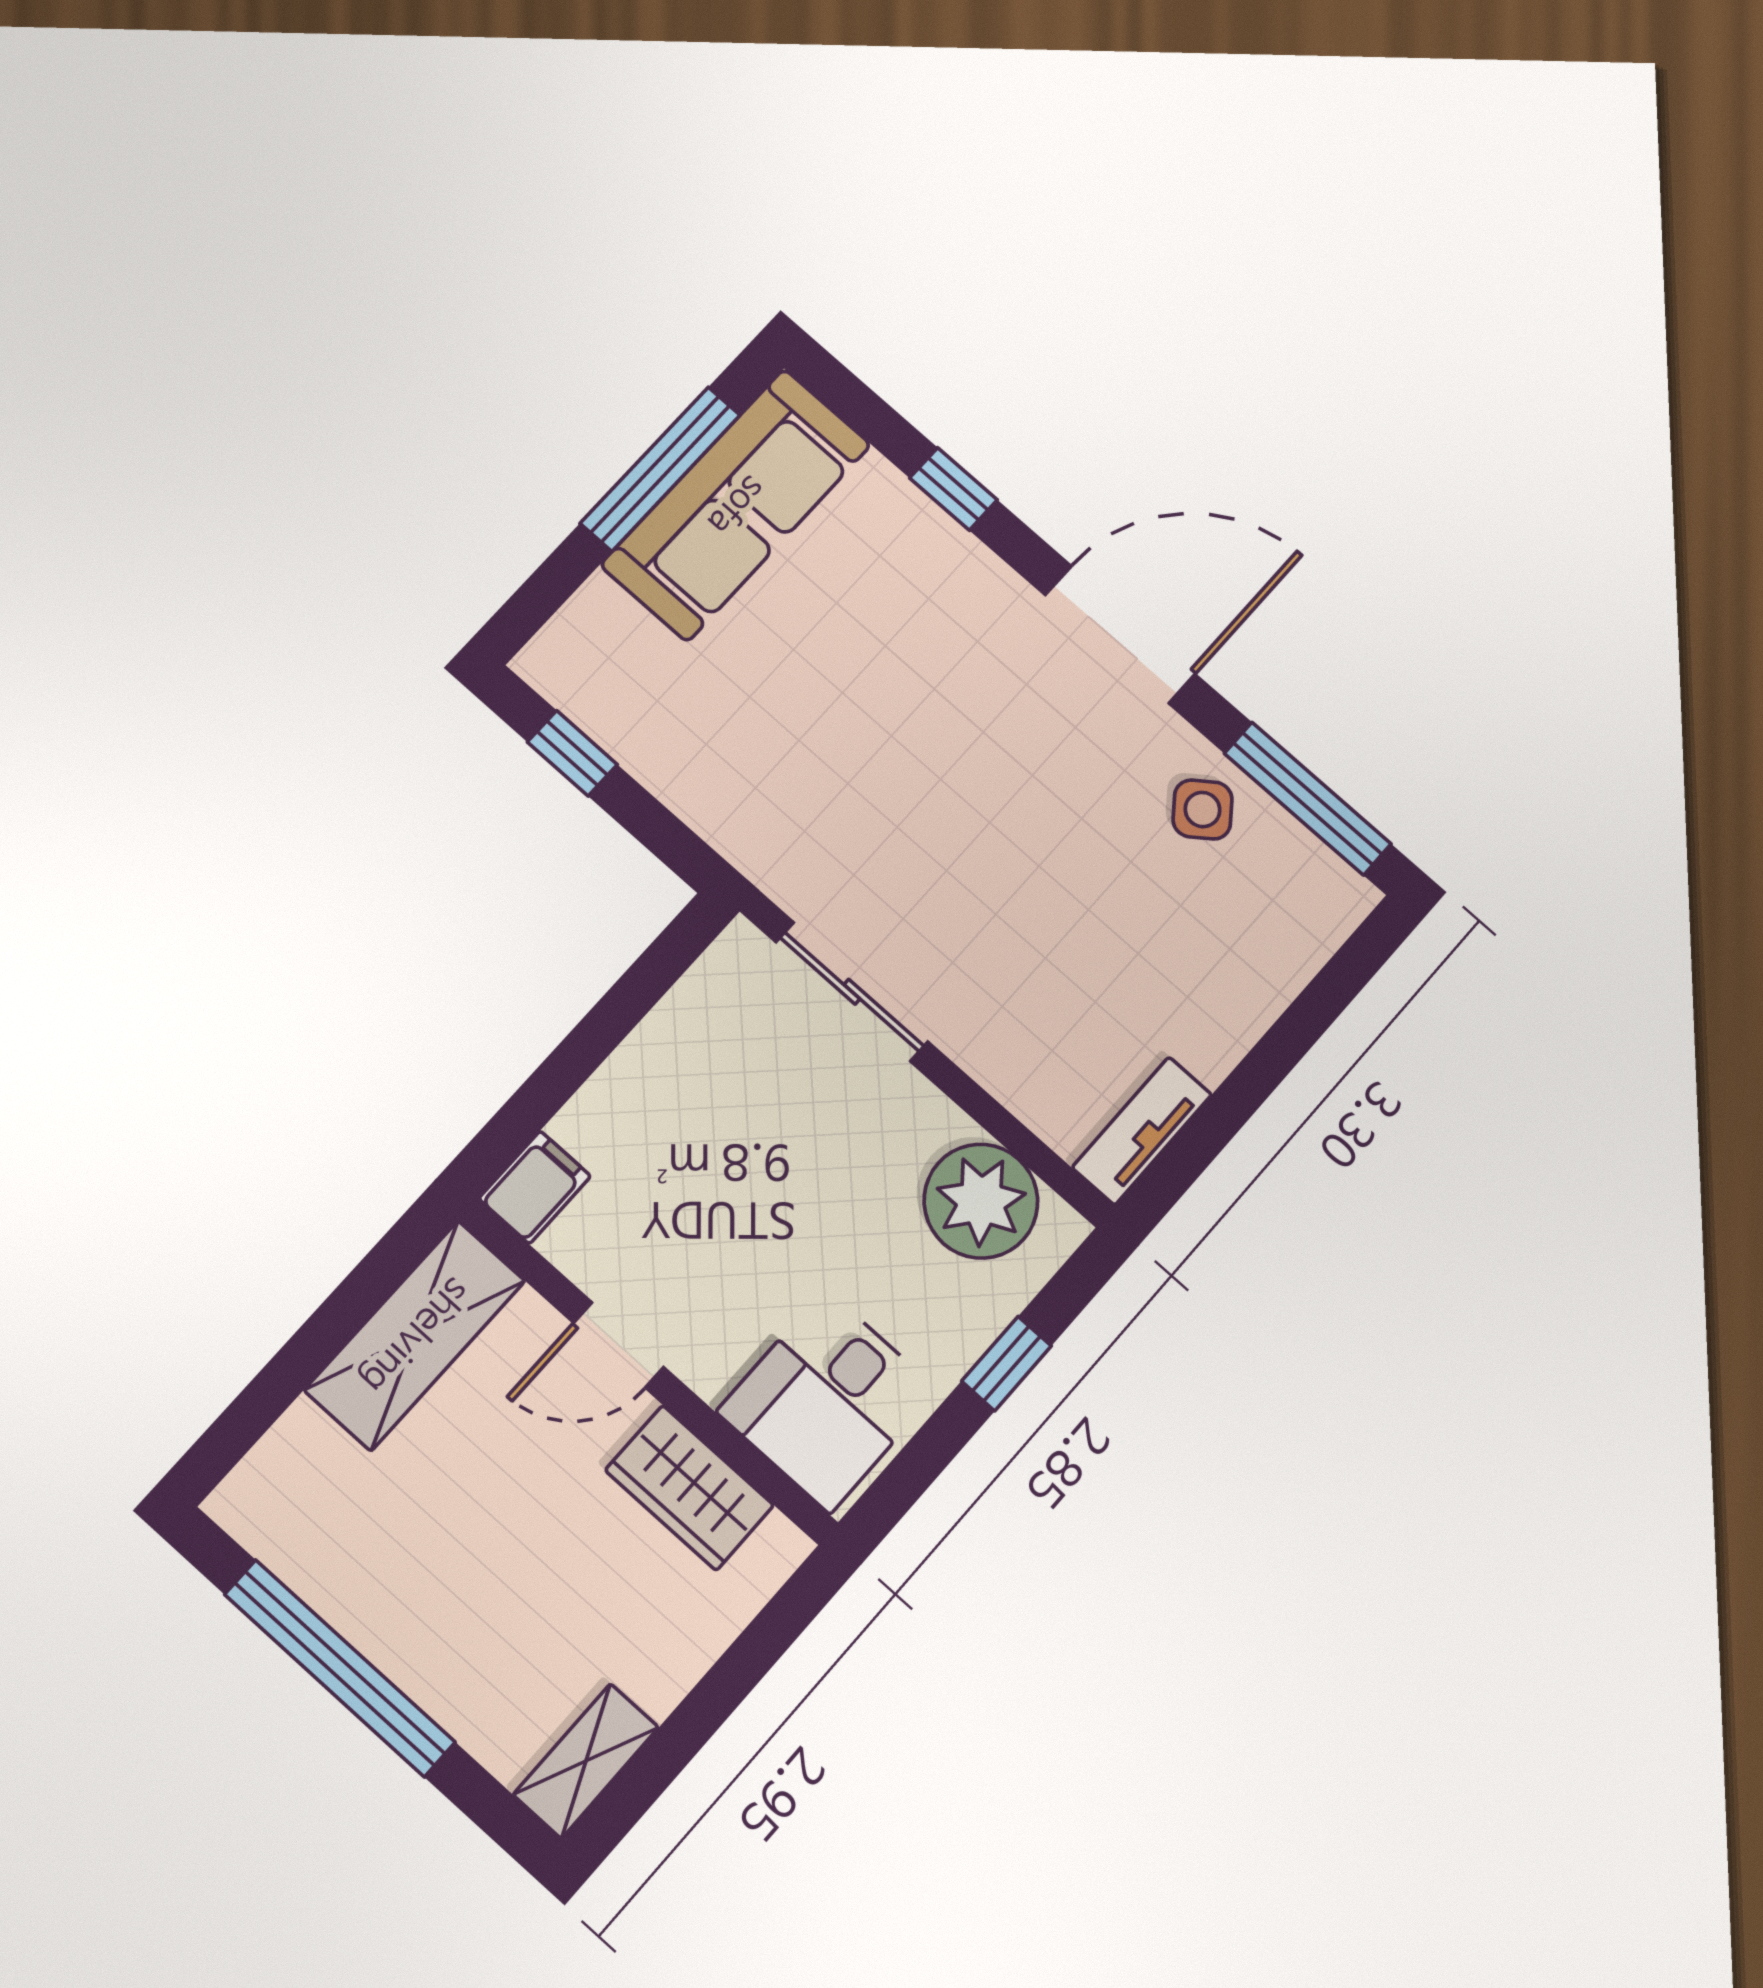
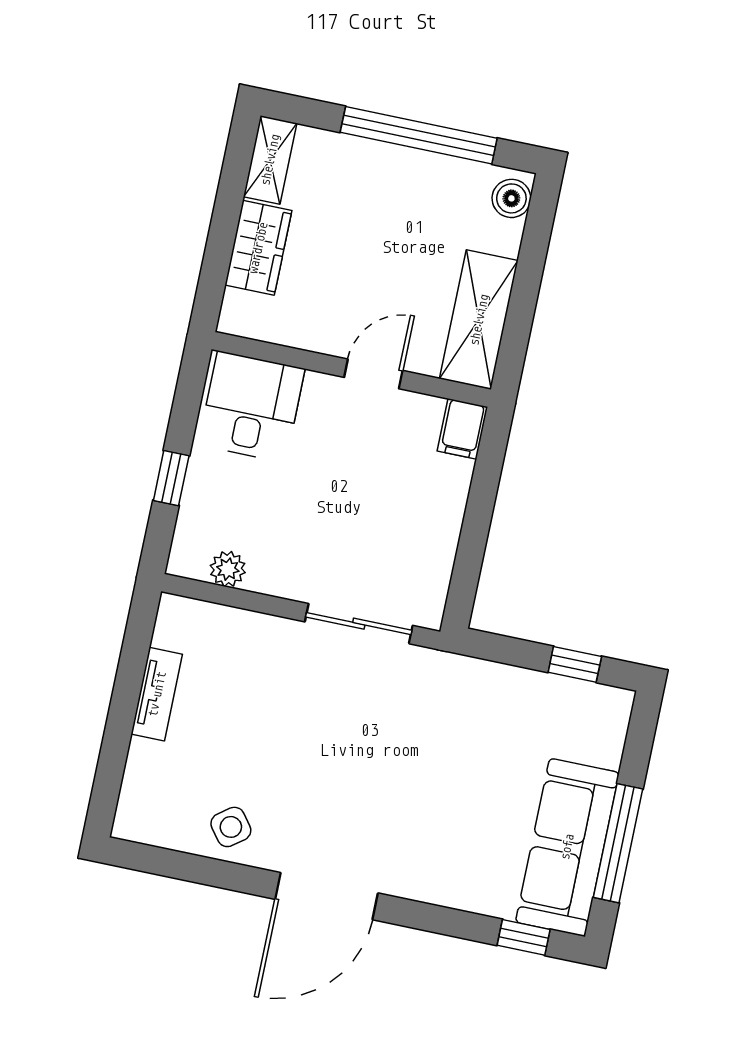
window: (953, 489) -> (524, 937), moved
window: (1308, 799) -> (179, 865), removed
tv unit: (1142, 1131) -> (157, 694), moved
plant: (981, 1201) -> (228, 569), width x0.53, depth x0.53
wardrobe: (689, 1488) -> (258, 248), moved, turned 90
boiler: (258, 1490) -> (511, 198), added

